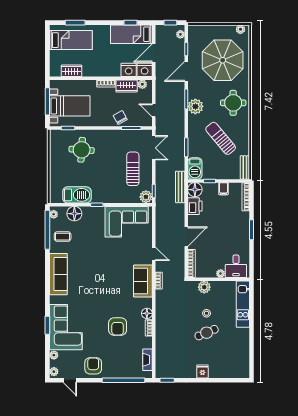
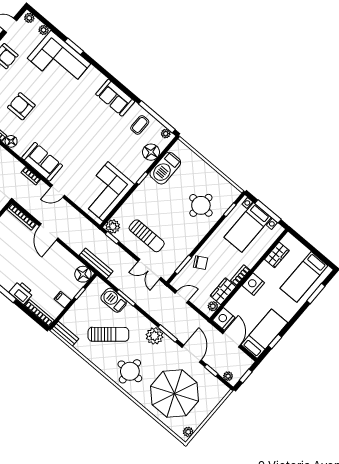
nightstand: (129, 70) -> (253, 284), moved
barbecue: (195, 168) -> (114, 300), moved
printer: (195, 206) -> (21, 293), moved, turned 180
sofa: (58, 274) -> (115, 98), width x0.73

